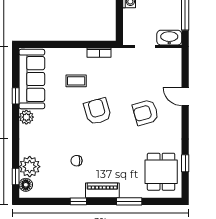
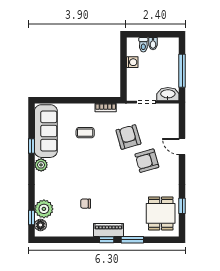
armchair: (97, 111) -> (128, 137), moved
window: (78, 201) -> (107, 240), moved

